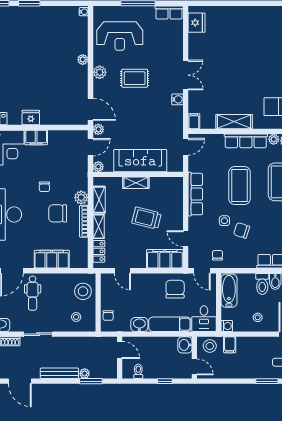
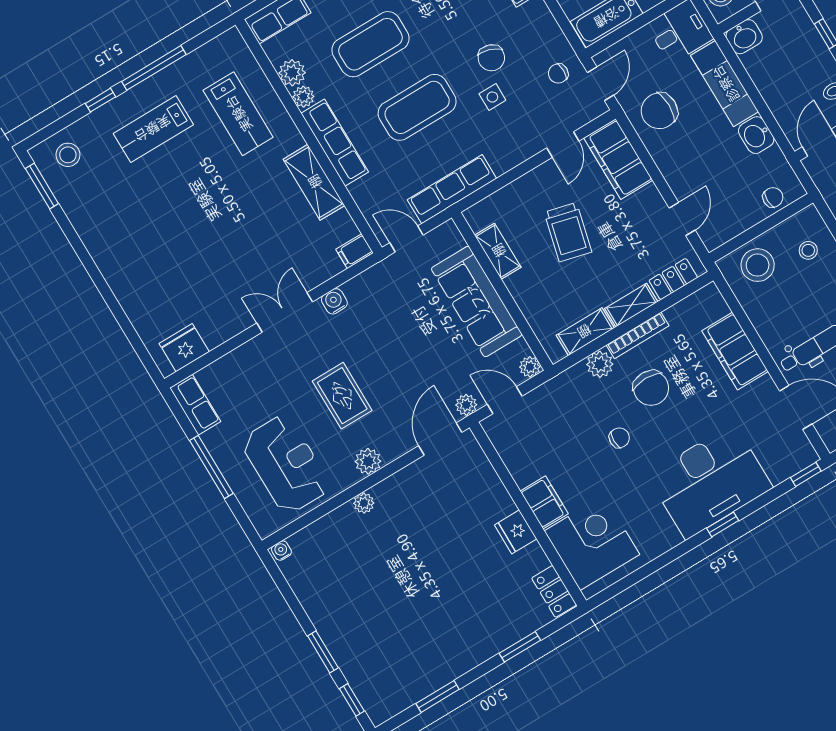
shelving: (136, 183) -> (498, 251), moved
row of seats: (195, 194) -> (452, 189), moved

